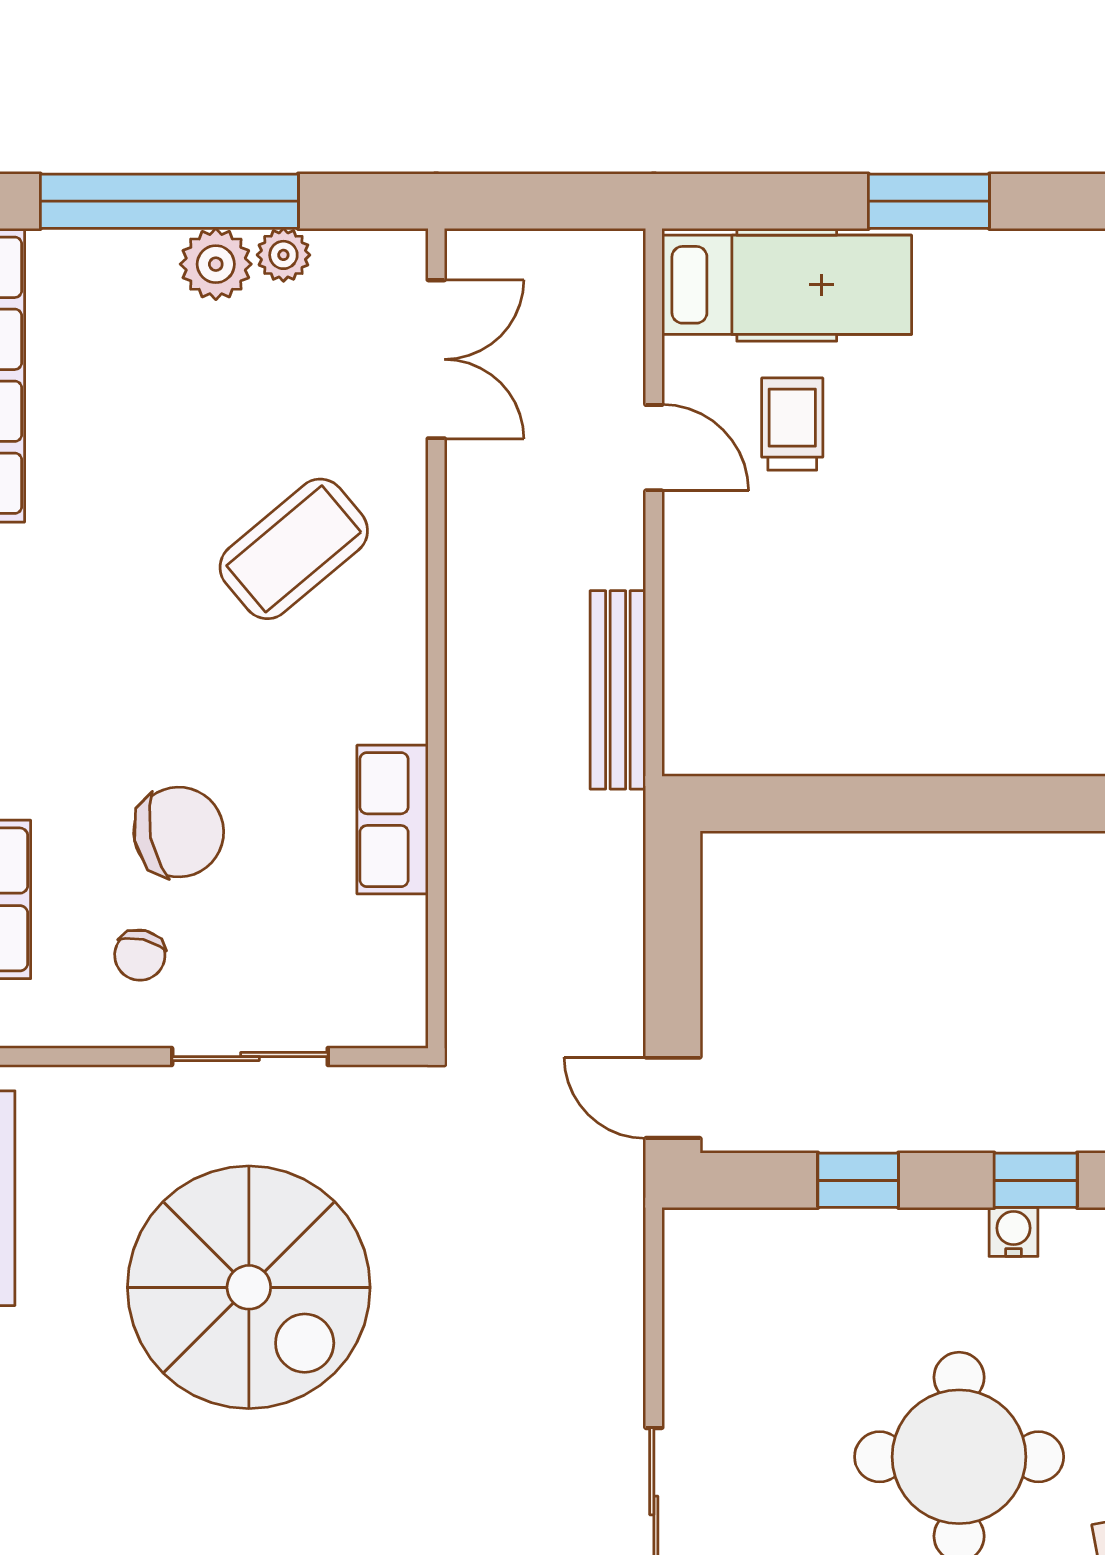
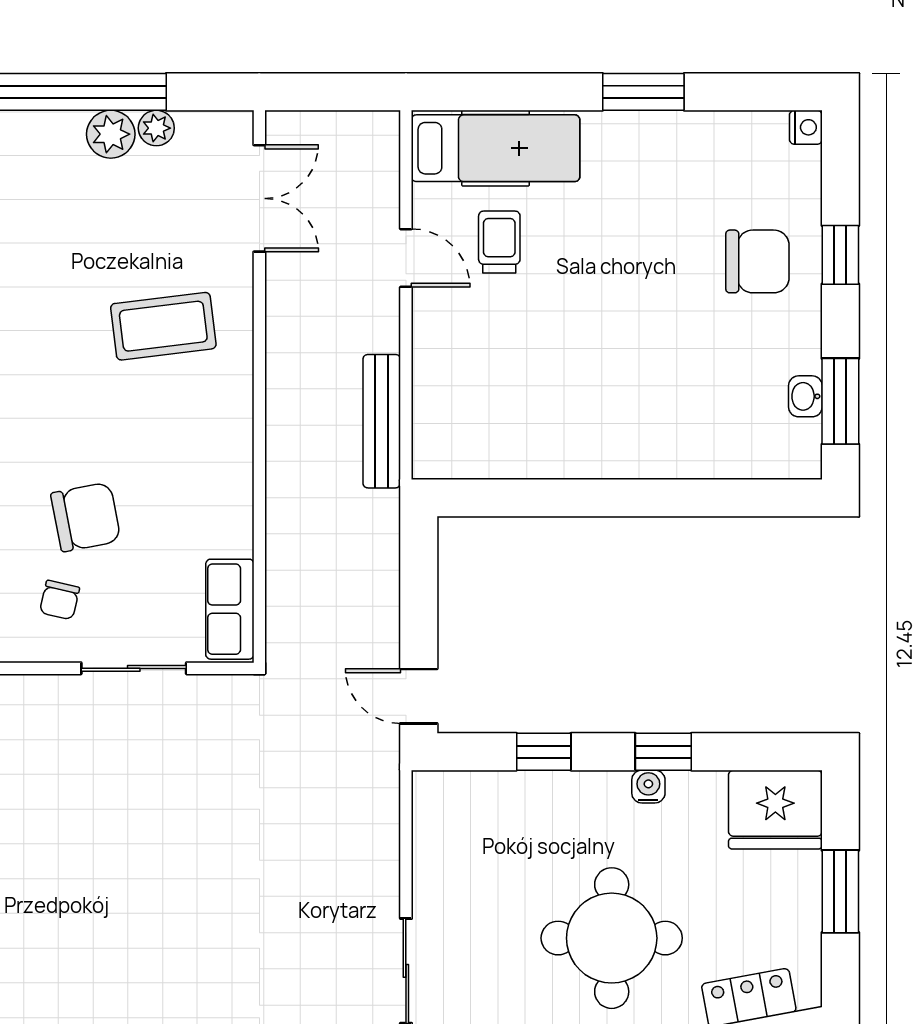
window: (929, 201) -> (643, 92), moved
coffee table: (294, 549) -> (163, 326), turned 33
row of seats: (392, 820) -> (230, 609), moved
spiral stairs: (249, 1287) -> (133, 824), removed

